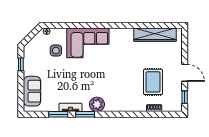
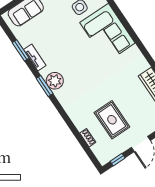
rug: (153, 82) -> (112, 120), turned 90
window: (85, 114) -> (45, 86), moved

